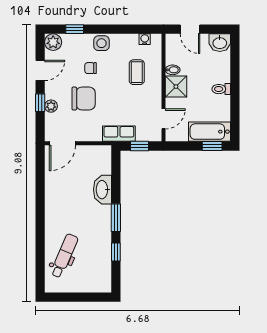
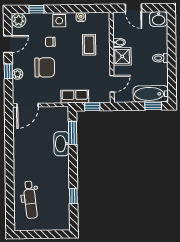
water cooler: (145, 39) -> (81, 17), moved
window: (116, 218) -> (73, 133), moved
dental chair: (64, 256) -> (30, 200), turned 151

